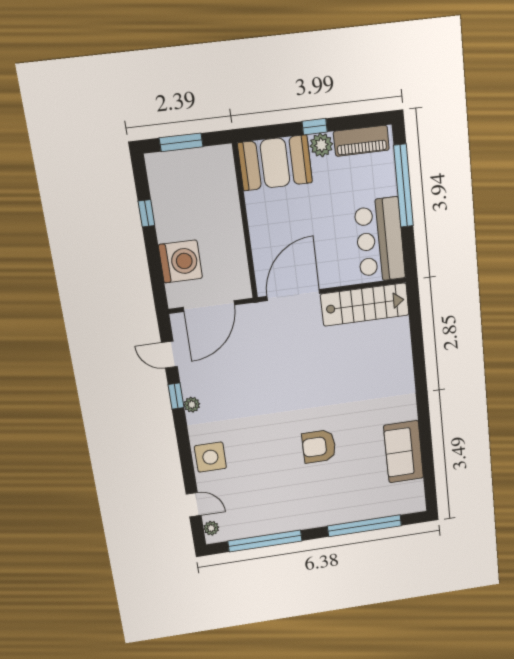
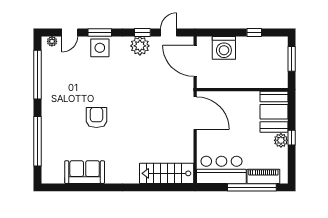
piano: (361, 141) -> (263, 176), moved, turned 90
stairs: (365, 305) -> (167, 173), moved, turned 90
plant: (192, 405) -> (140, 46), width x1.88, depth x1.88
window: (186, 461) -> (100, 33), added

